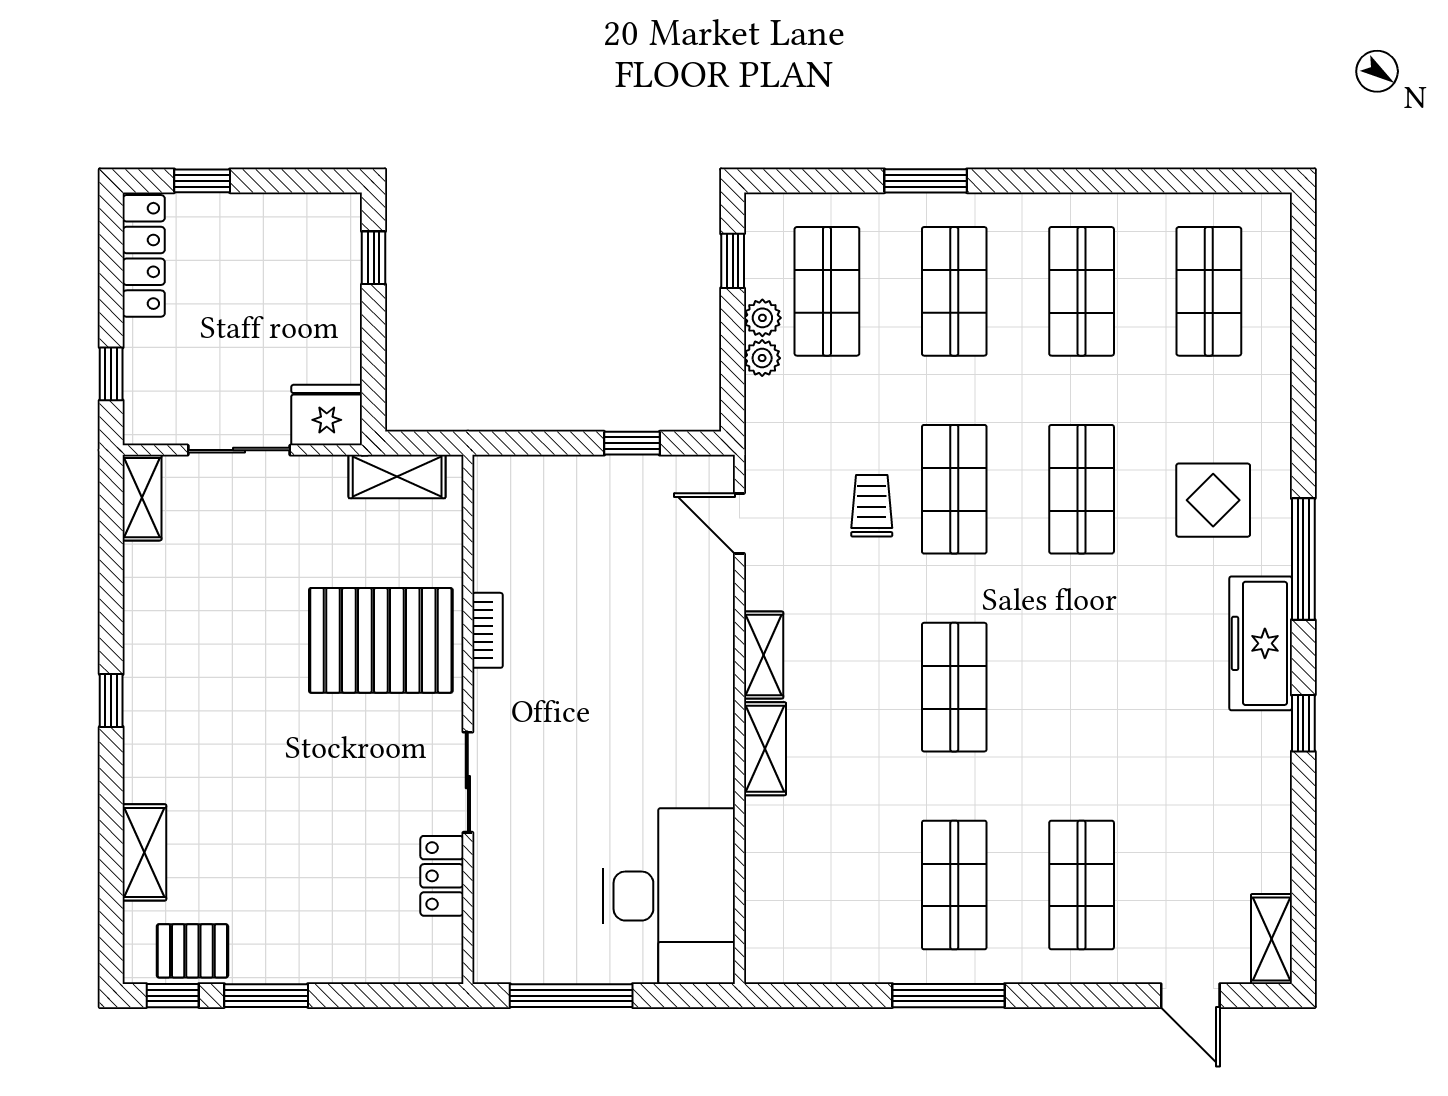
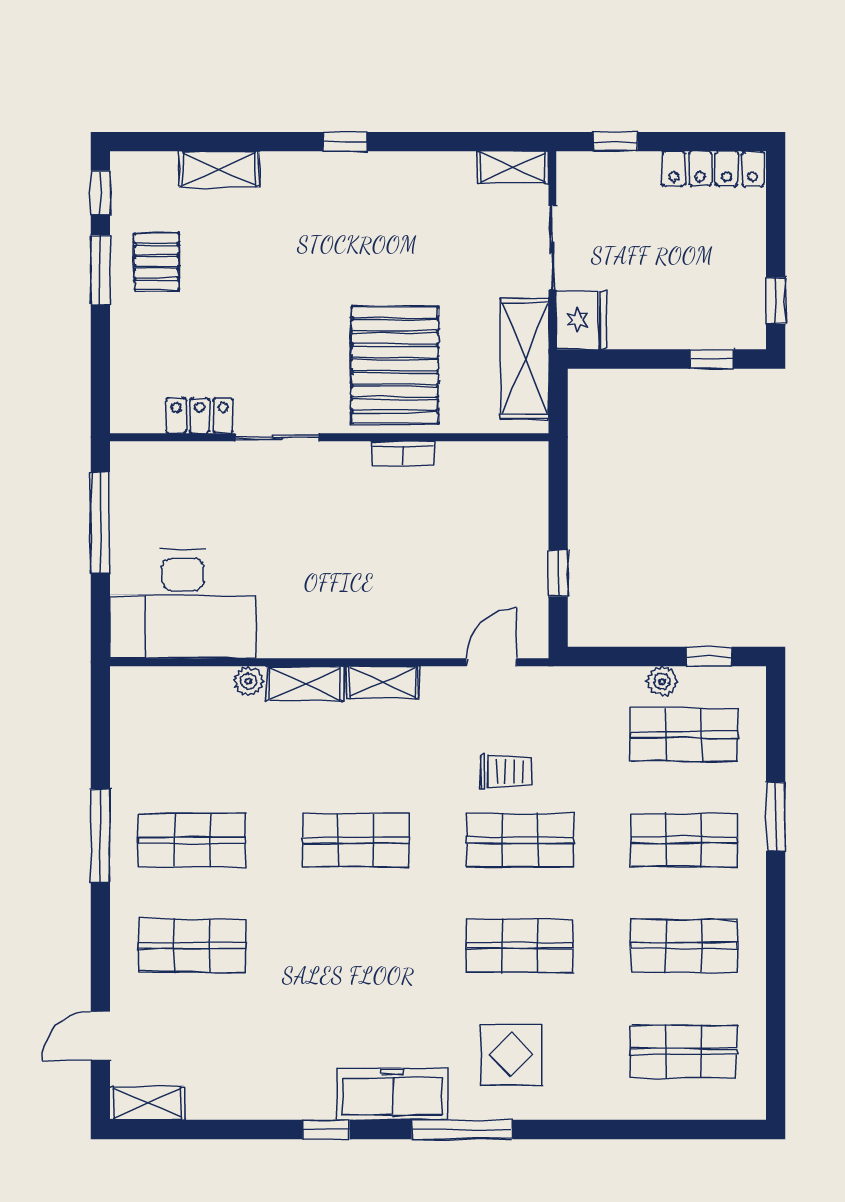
window: (202, 181) -> (776, 301), moved
plant: (762, 358) -> (248, 681), moved
shelving: (397, 476) -> (525, 358), width x1.50, depth x1.33
pallet: (192, 951) -> (156, 262), moved

